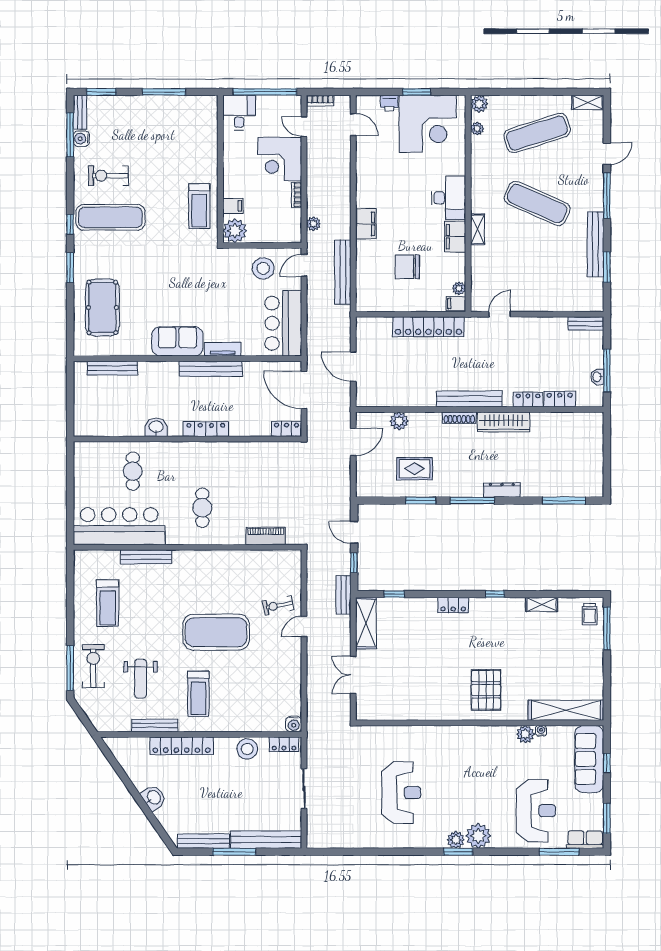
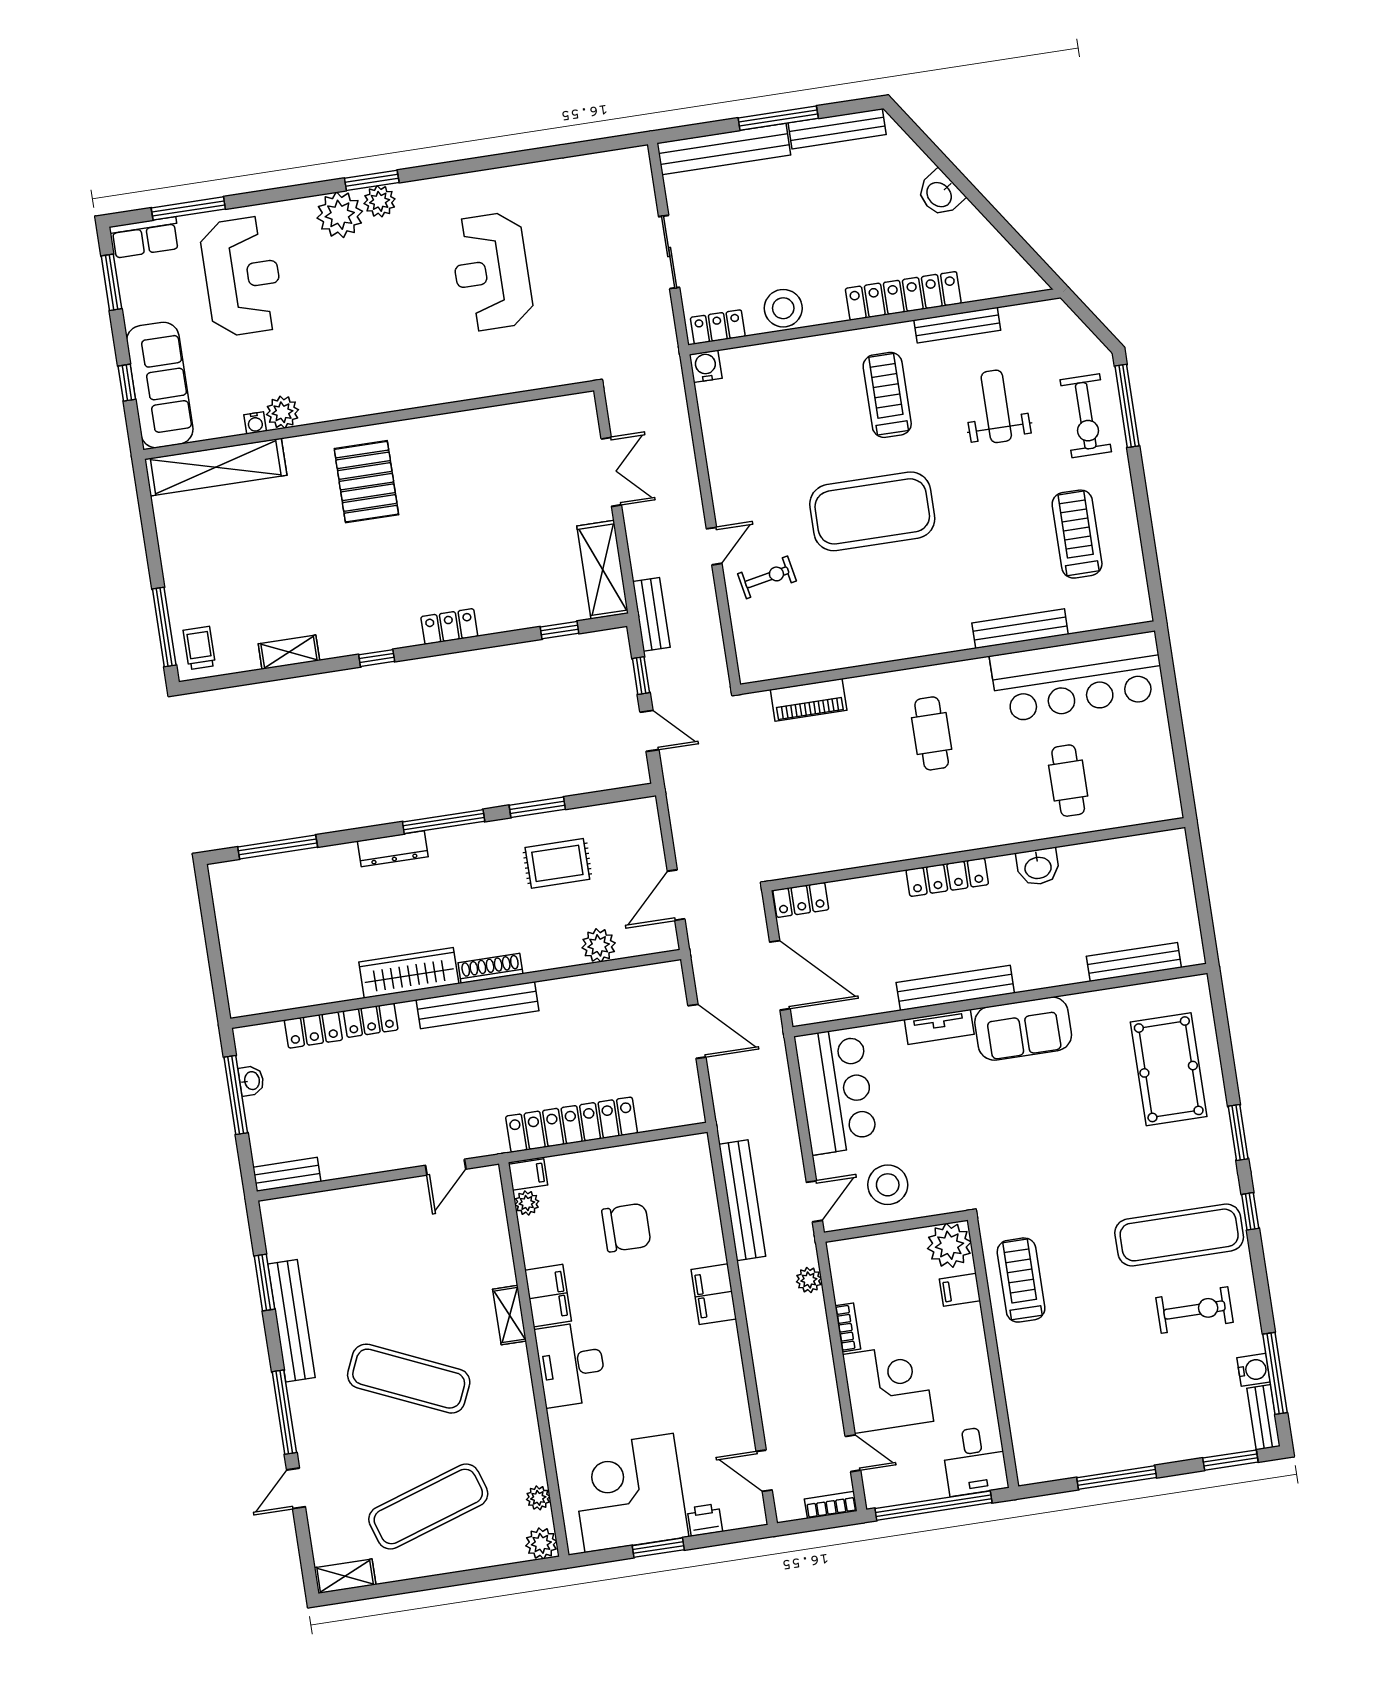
reception desk: (536, 811) -> (242, 276), turned 180

